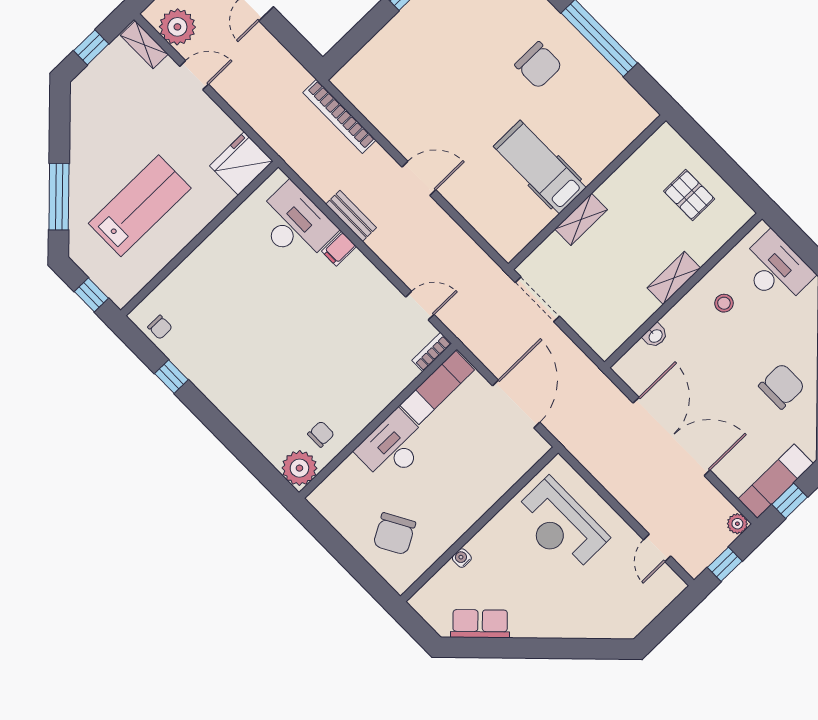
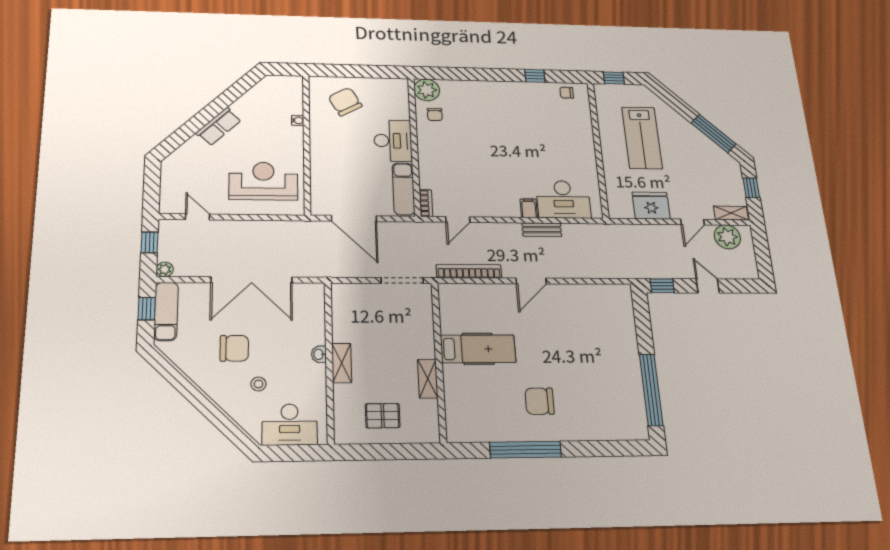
window: (300, 48) -> (662, 286), added
bookcase: (339, 116) -> (469, 271), moved
fridge: (241, 163) -> (651, 206), moved, turned -90
window: (59, 197) -> (713, 133), moved
shelving: (581, 219) -> (428, 379), moved
stool: (724, 303) -> (258, 384), moved
washbasin: (655, 336) -> (319, 354), moved
chair: (782, 386) -> (234, 348), moved, turned -90
row of seats: (480, 624) -> (219, 127), moved

